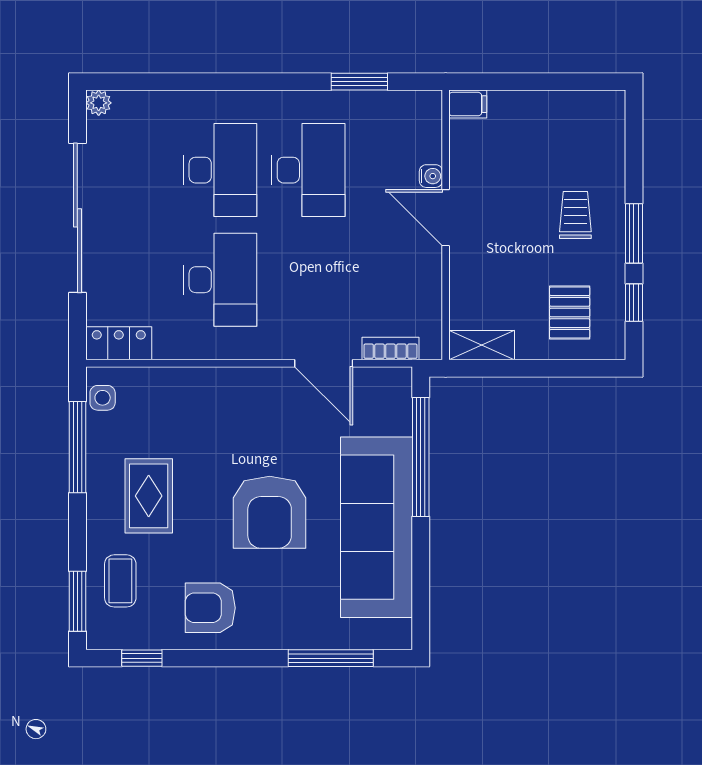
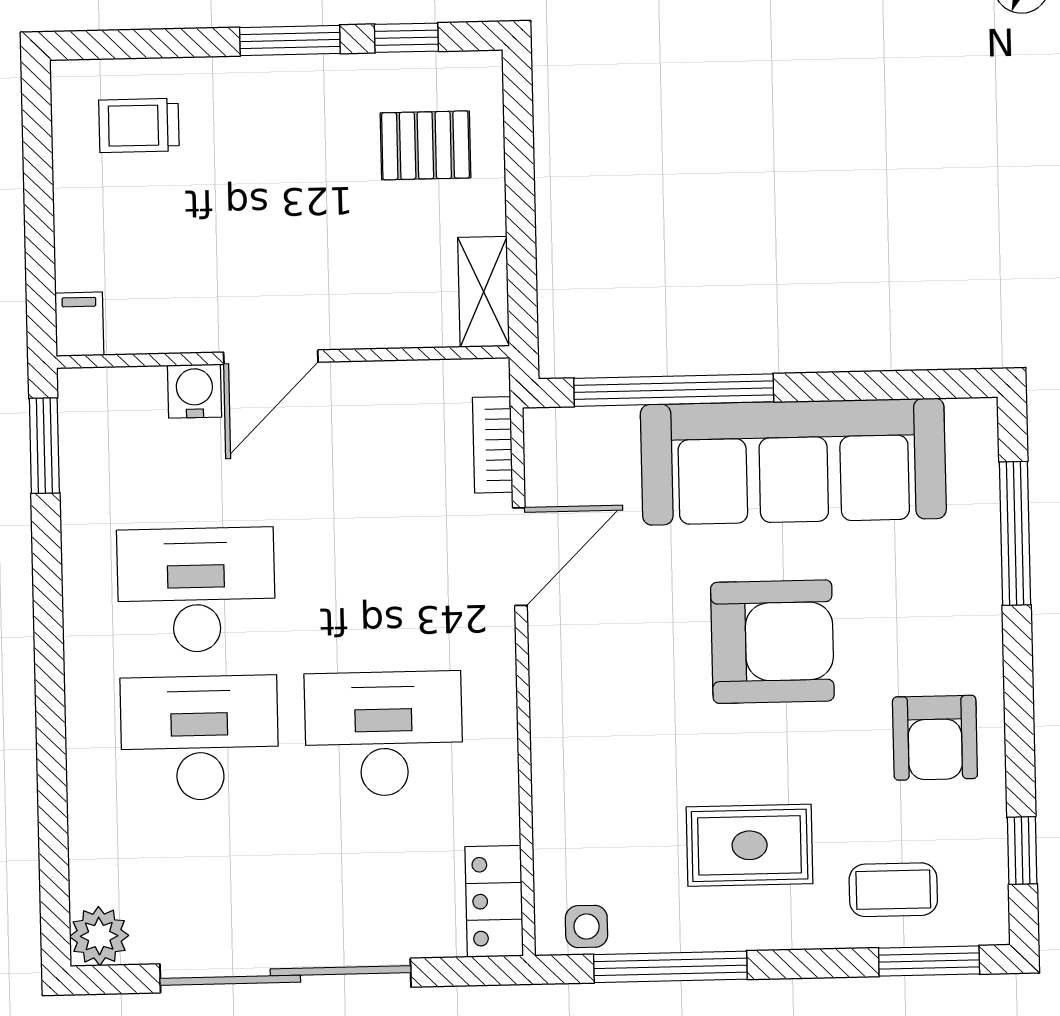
window: (359, 82) -> (44, 446), moved
plant: (99, 103) -> (99, 936), width x1.38, depth x1.38
water cooler: (431, 176) -> (194, 391), width x1.38, depth x1.38
trolley: (575, 215) -> (139, 125), moved

